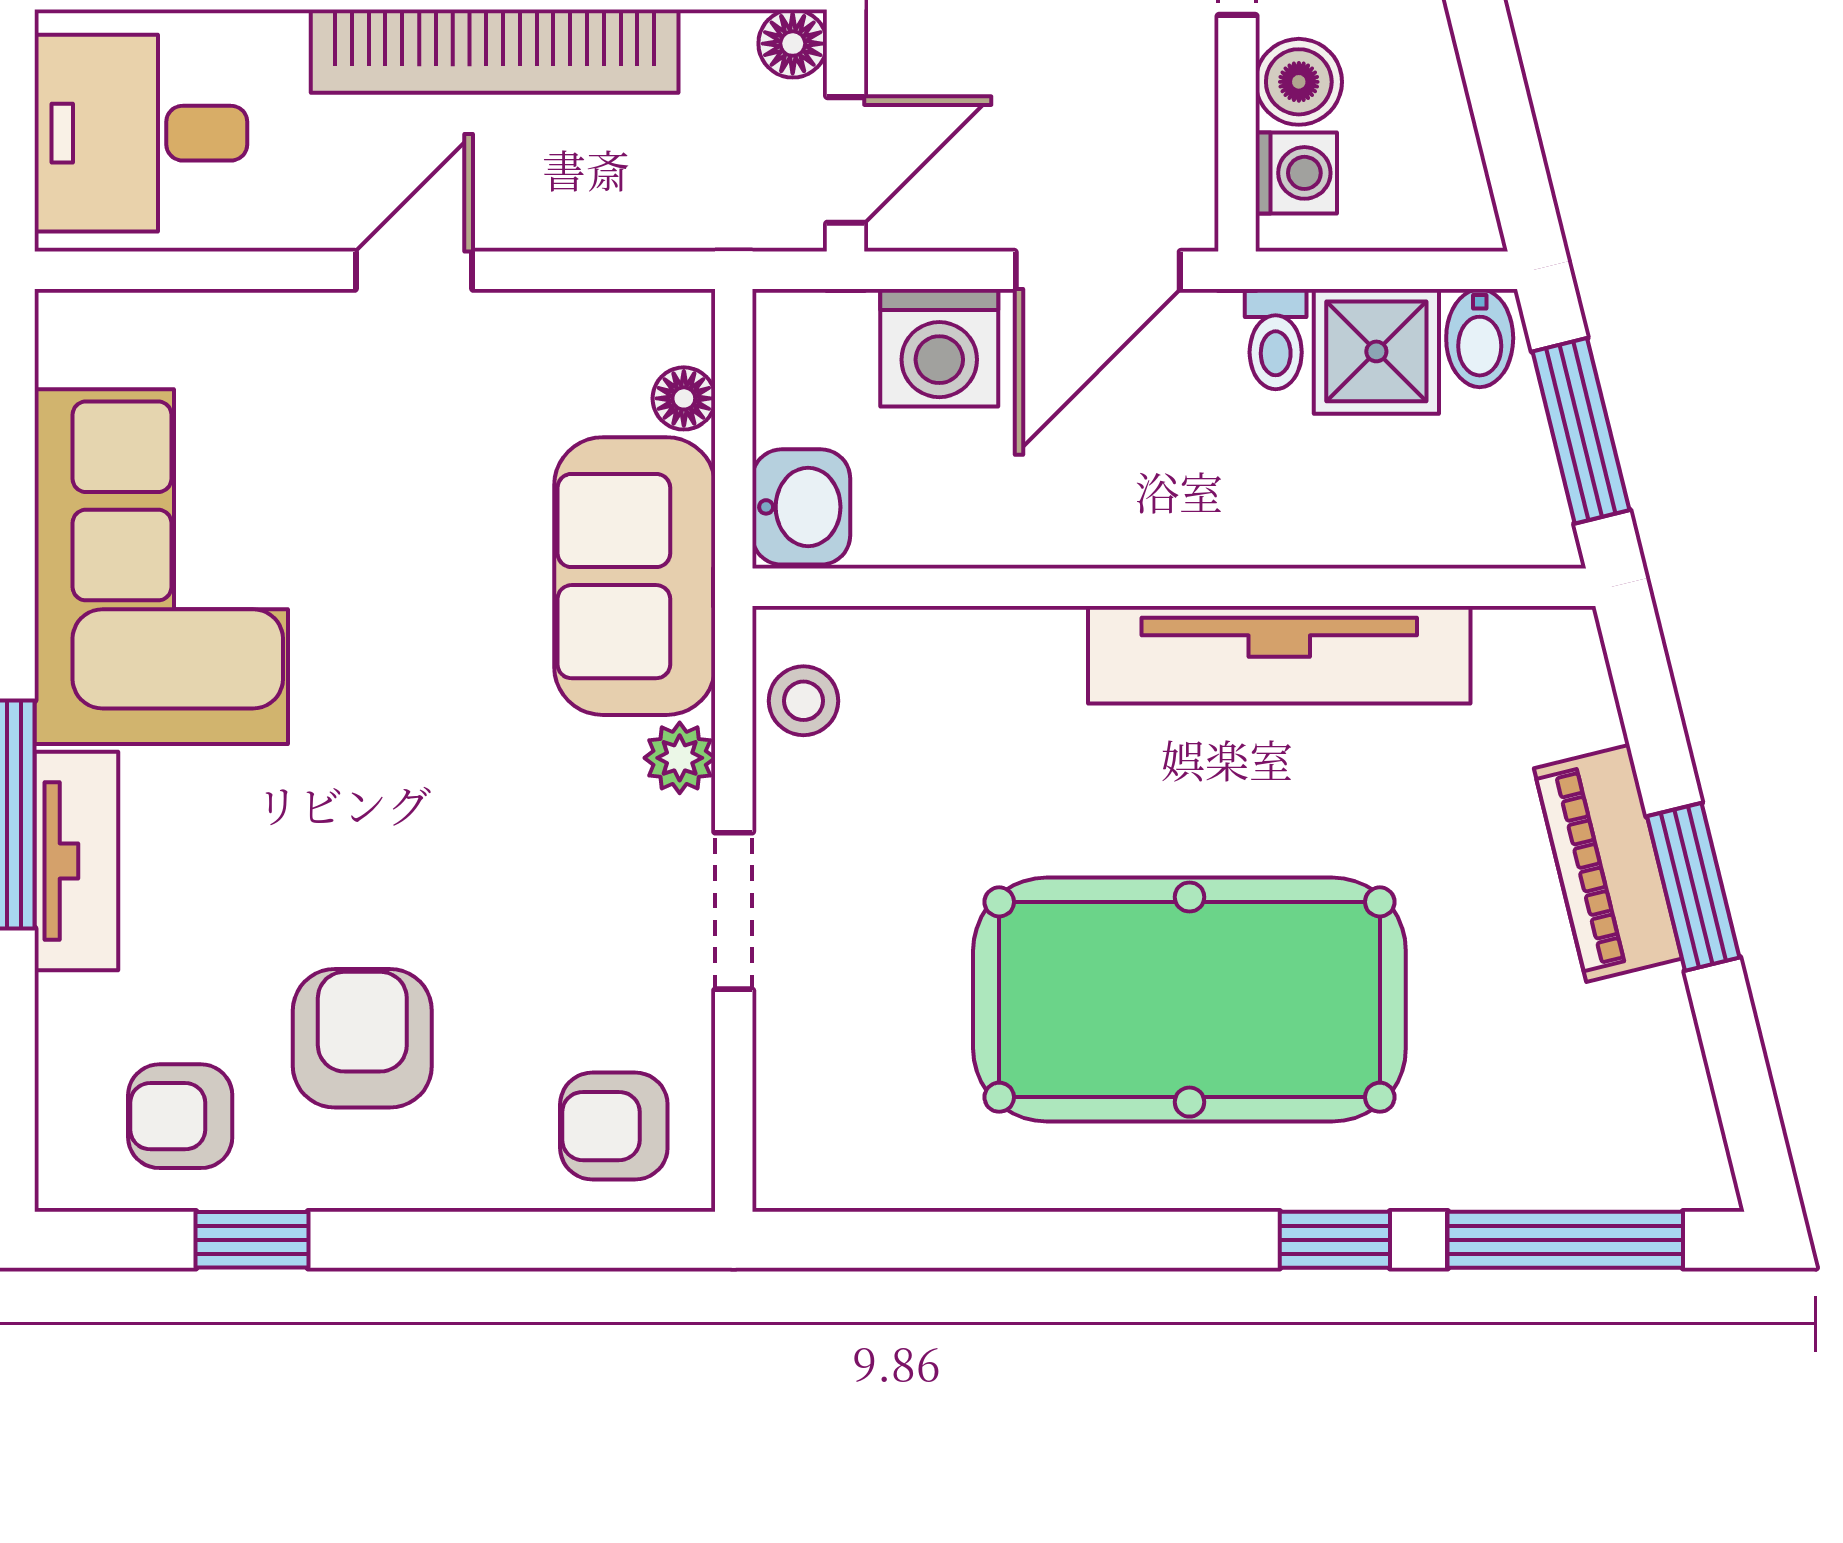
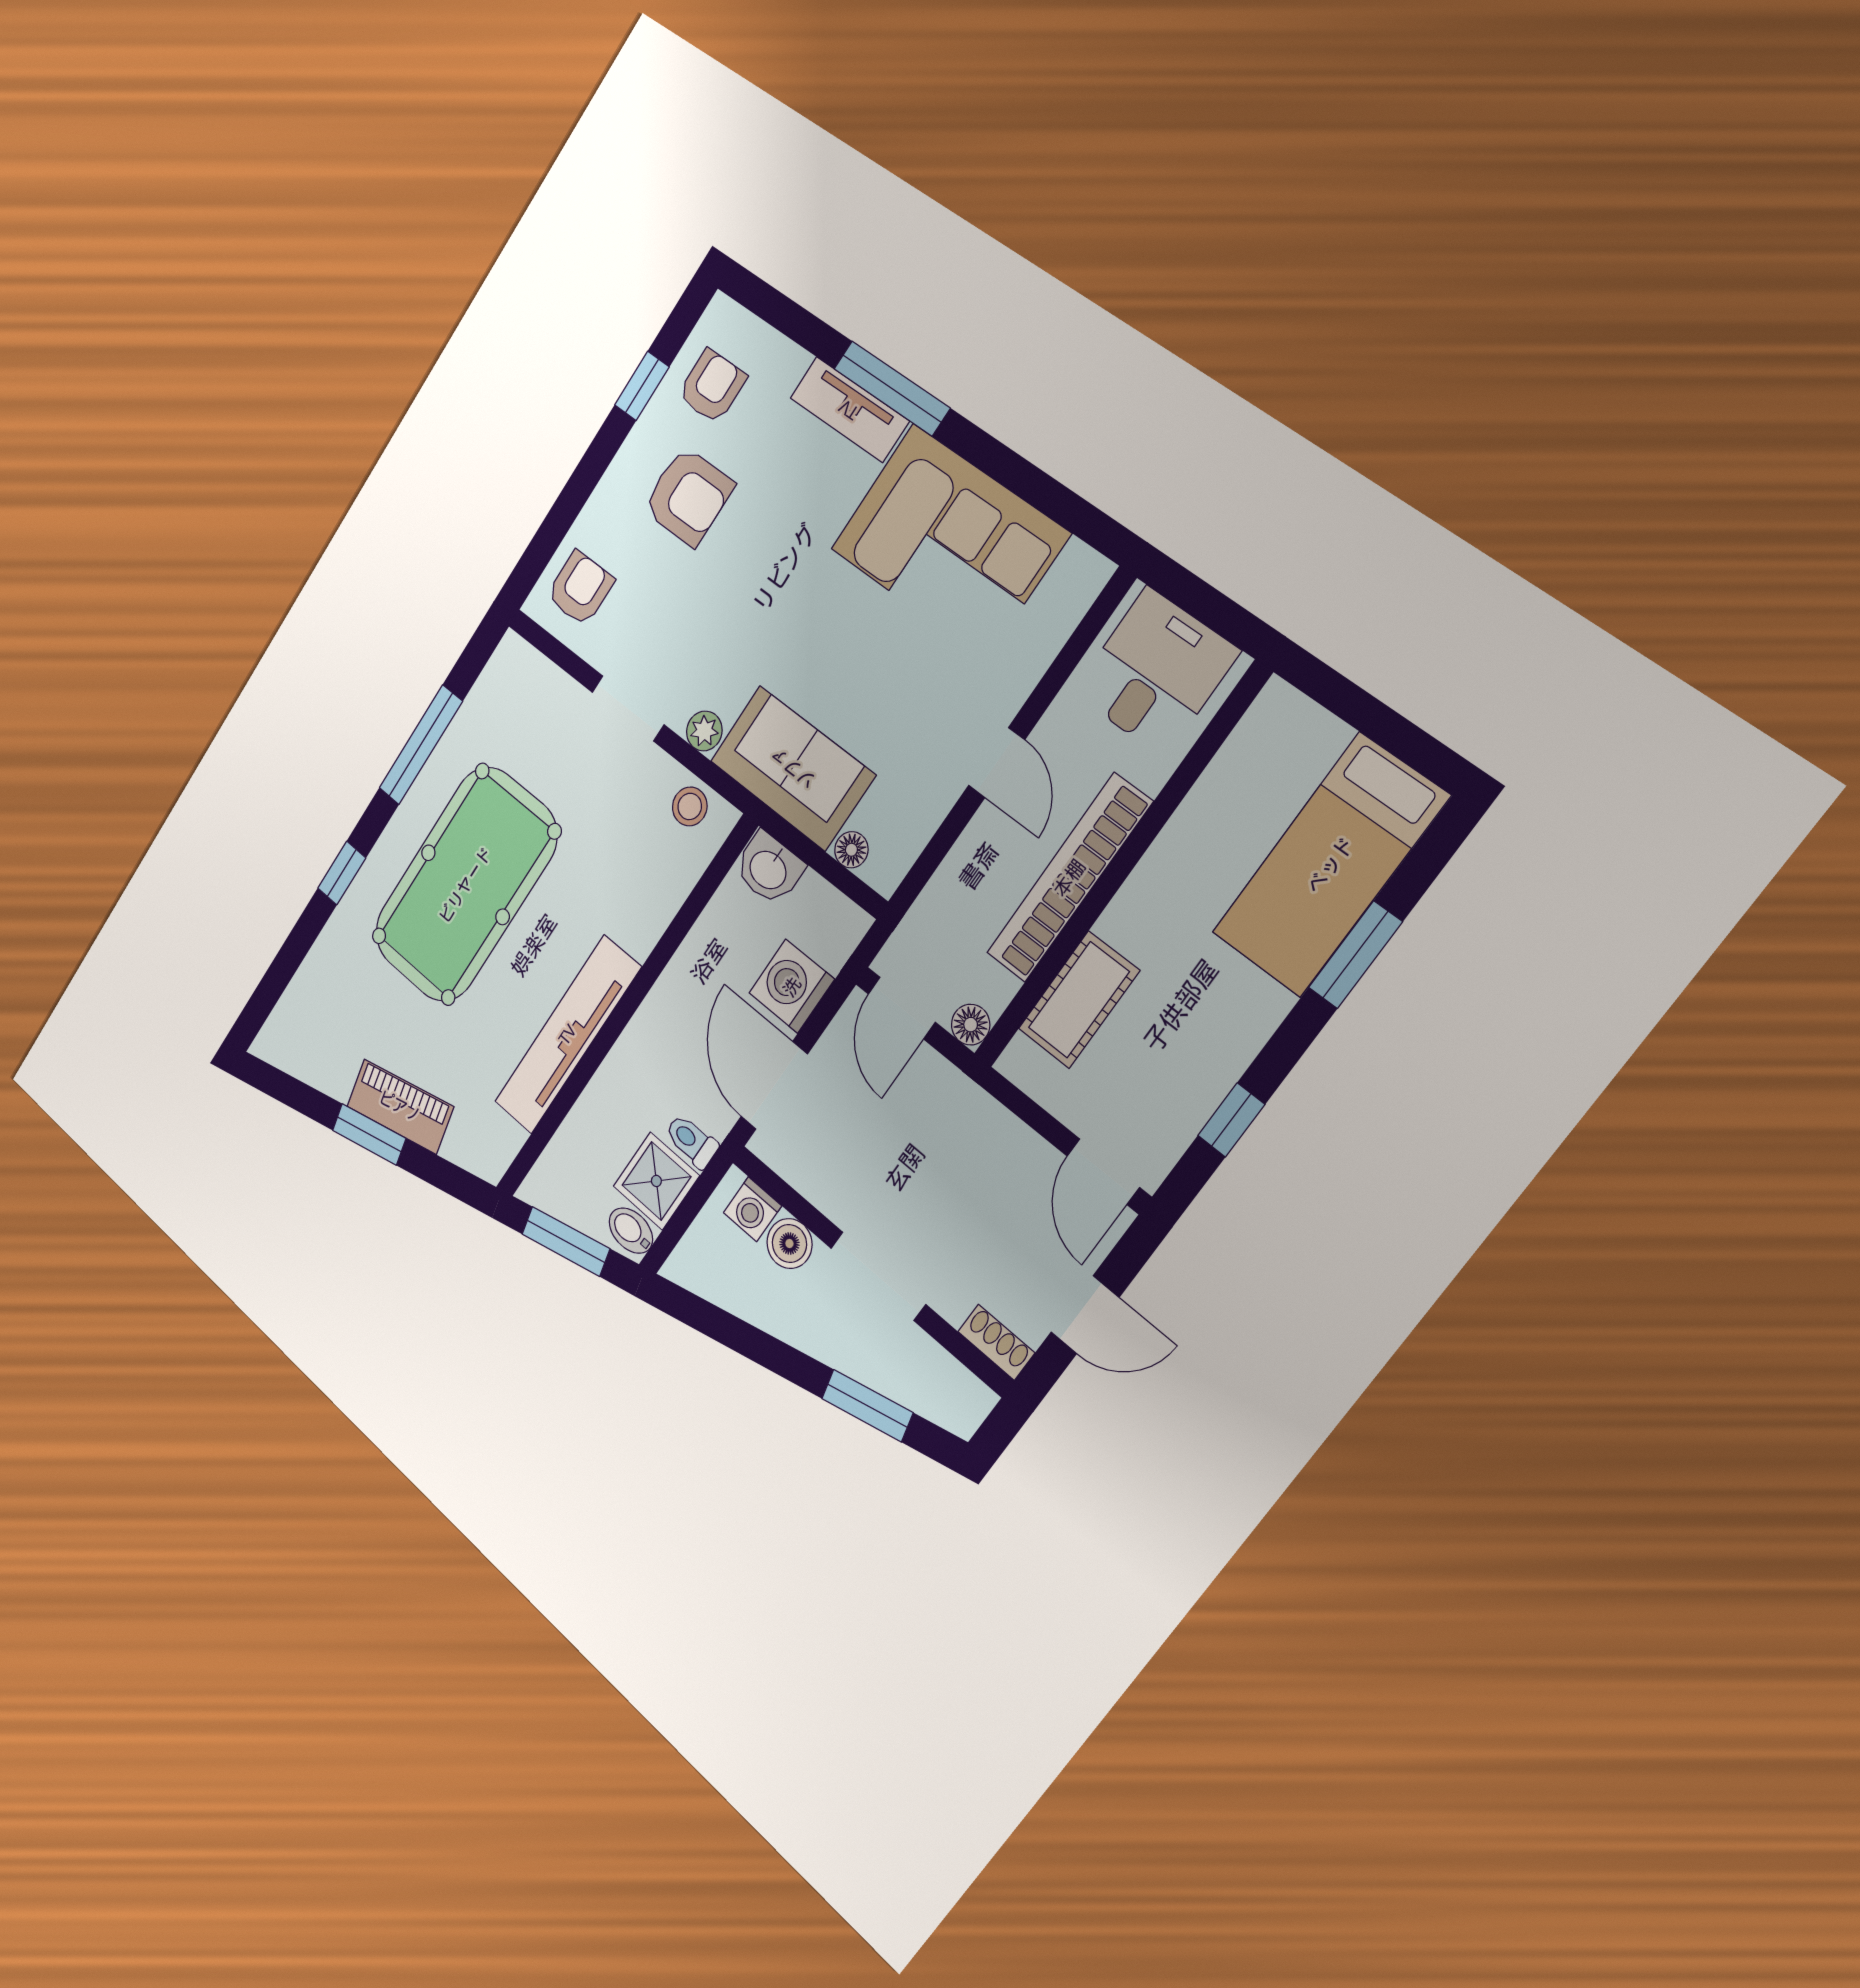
window: (1565, 1240) -> (421, 745), moved

